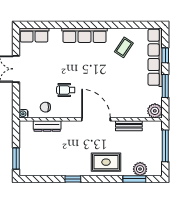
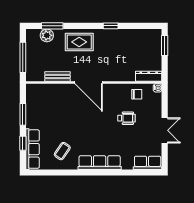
row of seats: (155, 57) -> (32, 149), width x0.73
wheelchair: (66, 90) -> (126, 118), moved
plant: (155, 111) -> (33, 91), removed
dresser: (47, 126) -> (149, 76), moved

